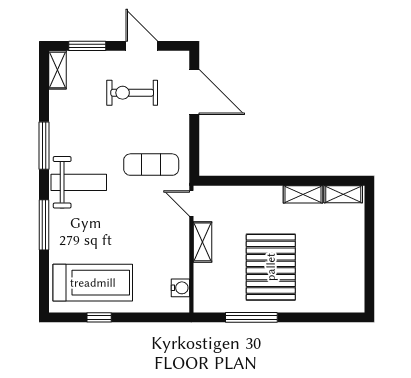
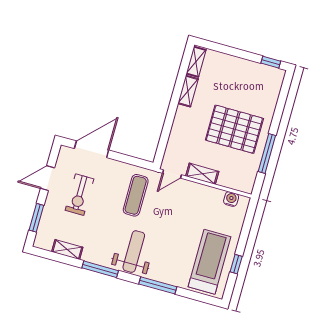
shelving: (57, 70) -> (67, 250), moved
window: (369, 290) -> (271, 62), added

